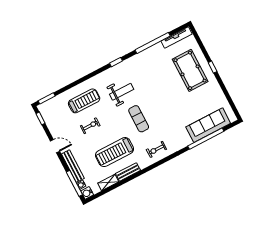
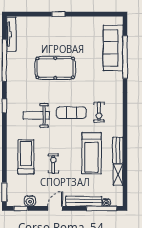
pool table: (190, 70) -> (55, 68), moved
weight bench: (122, 92) -> (36, 115), turned -90
exercise bike: (156, 149) -> (99, 112), moved
water cooler: (87, 193) -> (30, 201), moved

